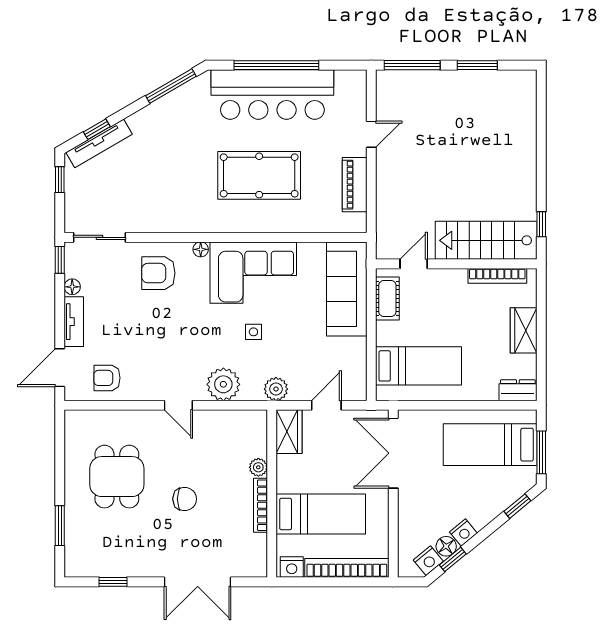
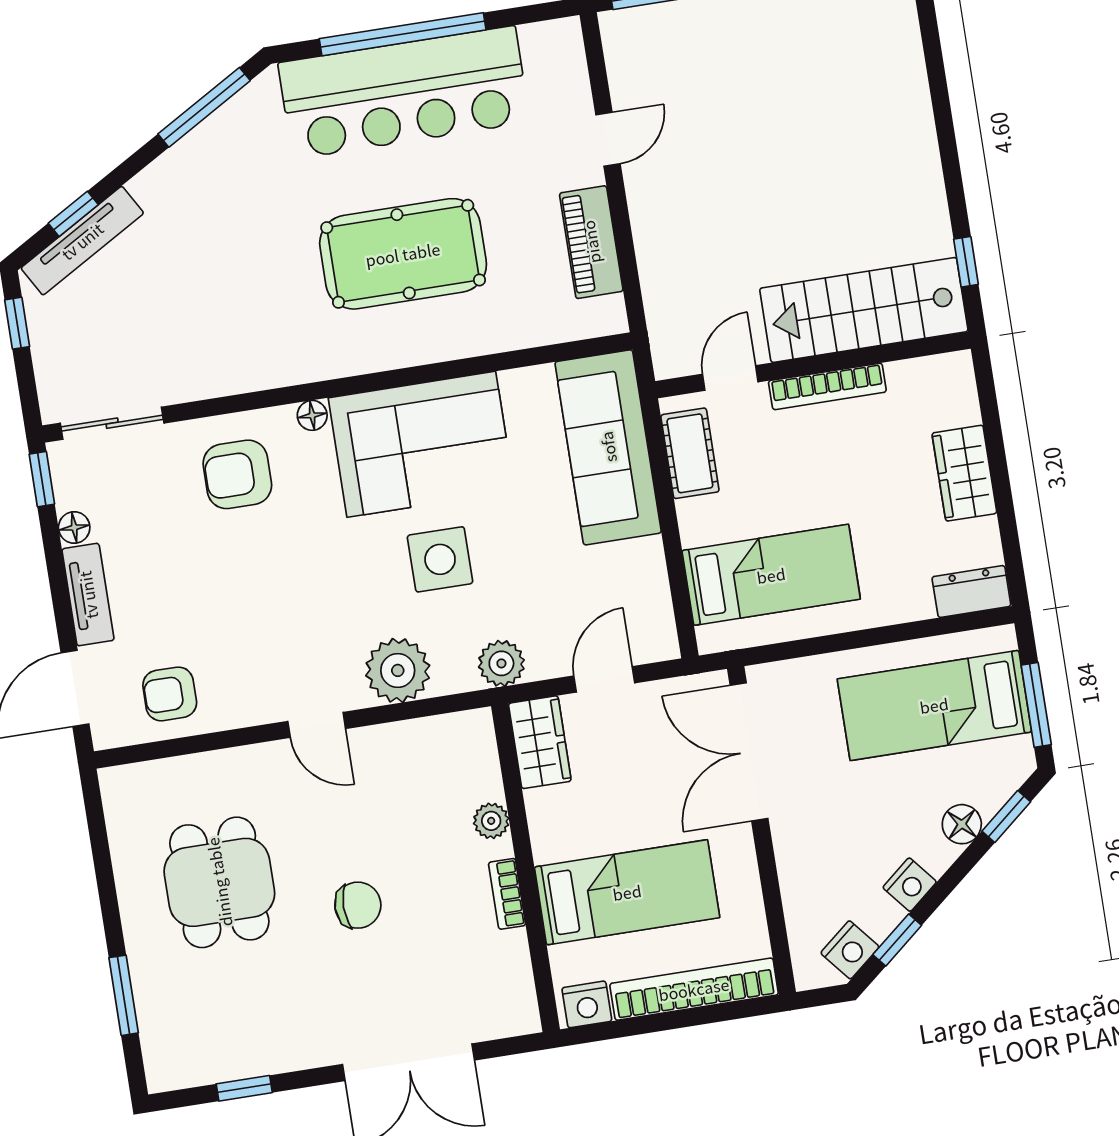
bookcase: (497, 276) -> (827, 386), moved
side table: (253, 332) -> (440, 559), width x1.87, depth x1.87
bookcase: (260, 505) -> (507, 894), width x0.64
floor lamp: (446, 546) -> (962, 824), moved

